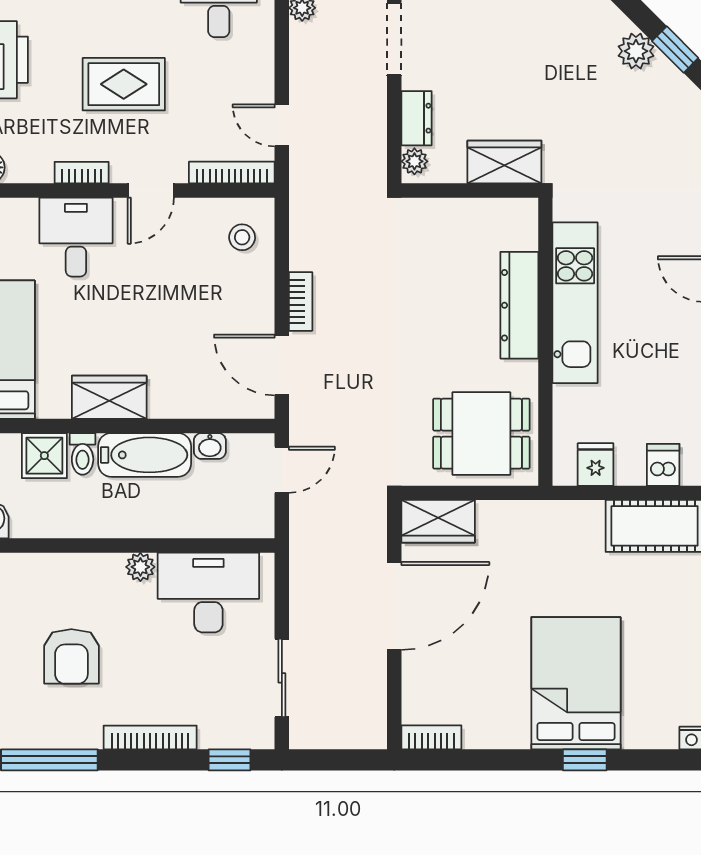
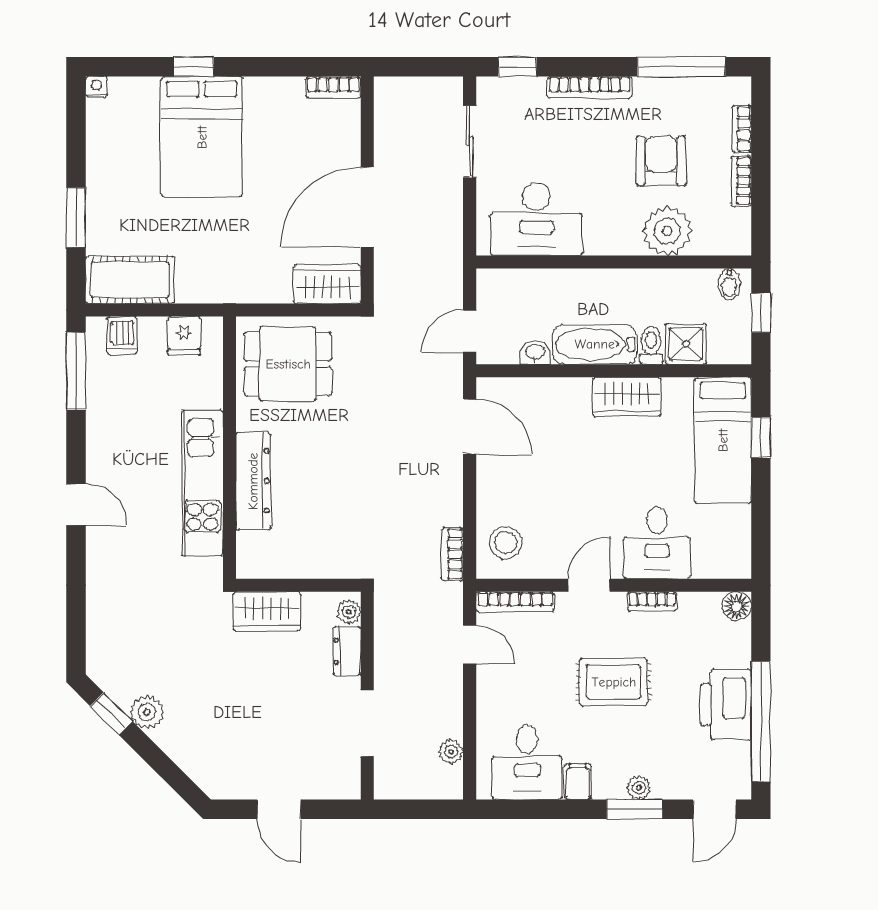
stool: (242, 237) -> (506, 543), width x1.37, depth x1.37
bookcase: (301, 301) -> (453, 554), moved
plant: (140, 567) -> (667, 231), moved, width x1.88, depth x1.88

